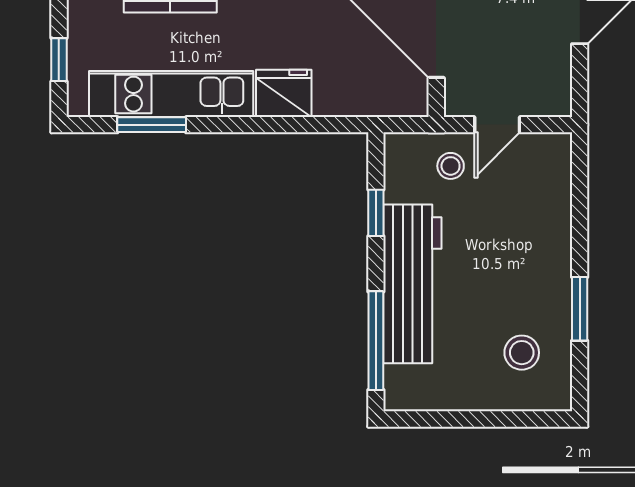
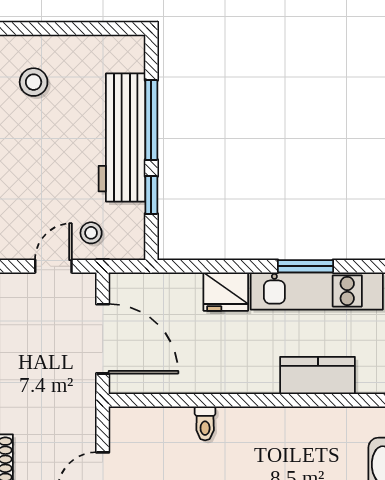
window: (152, 125) -> (305, 266), moved
window: (376, 341) -> (151, 120), moved

